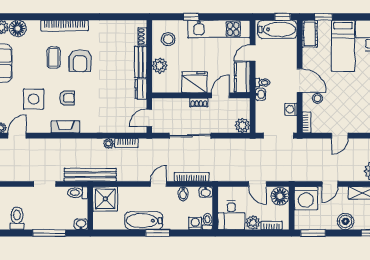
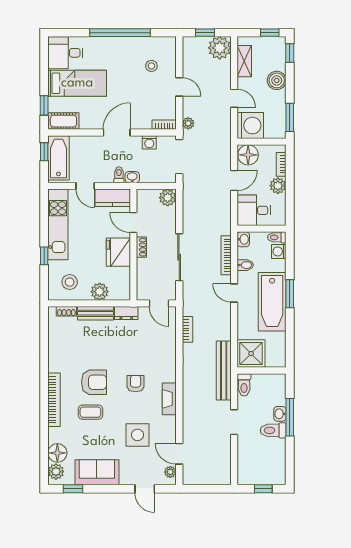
armchair: (67, 98) -> (136, 384), moved
stool: (317, 98) -> (151, 66), moved
plant: (109, 144) -> (188, 123), moved
desk: (231, 215) -> (254, 210), moved, turned 180
toilet: (17, 218) -> (273, 430), moved
bathtub: (144, 221) -> (272, 302), width x1.36, depth x1.36
washbasin: (81, 224) -> (280, 414), moved

